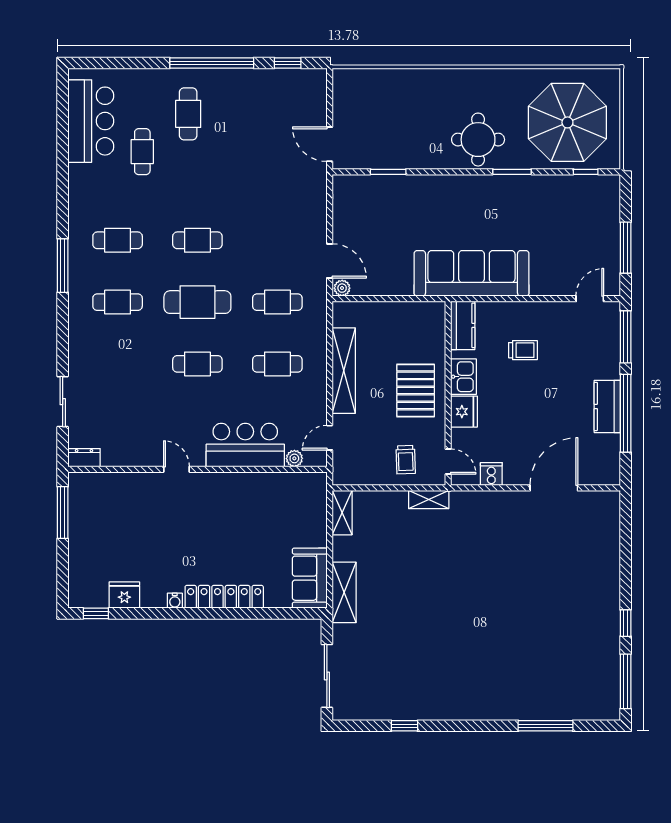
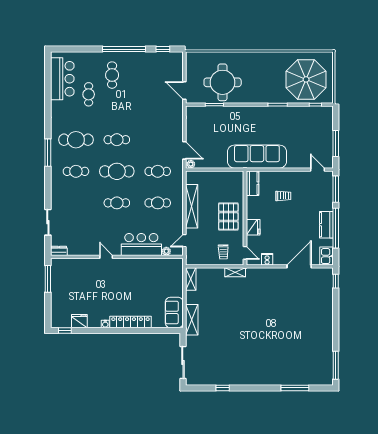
round table: (478, 140) -> (223, 82), moved, width x1.36, depth x1.36
cafe table: (118, 240) -> (76, 140), width x1.37, depth x1.35
door: (590, 299) -> (317, 170), hinge flipped
kitchen sink: (463, 377) -> (327, 256), moved, turned 180
window: (626, 623) -> (336, 281), moved

